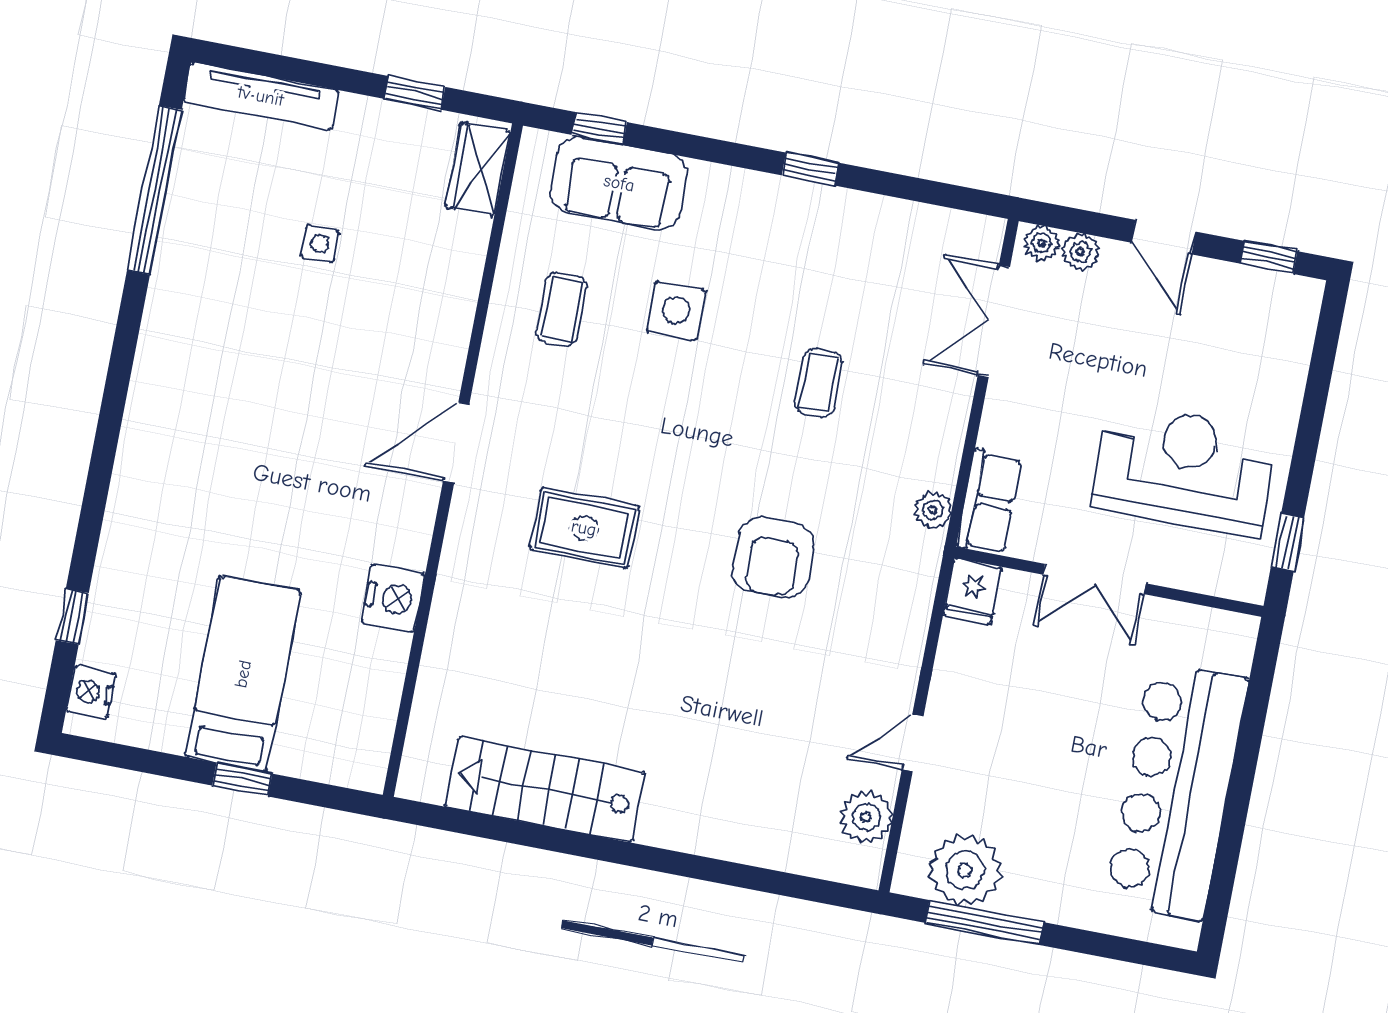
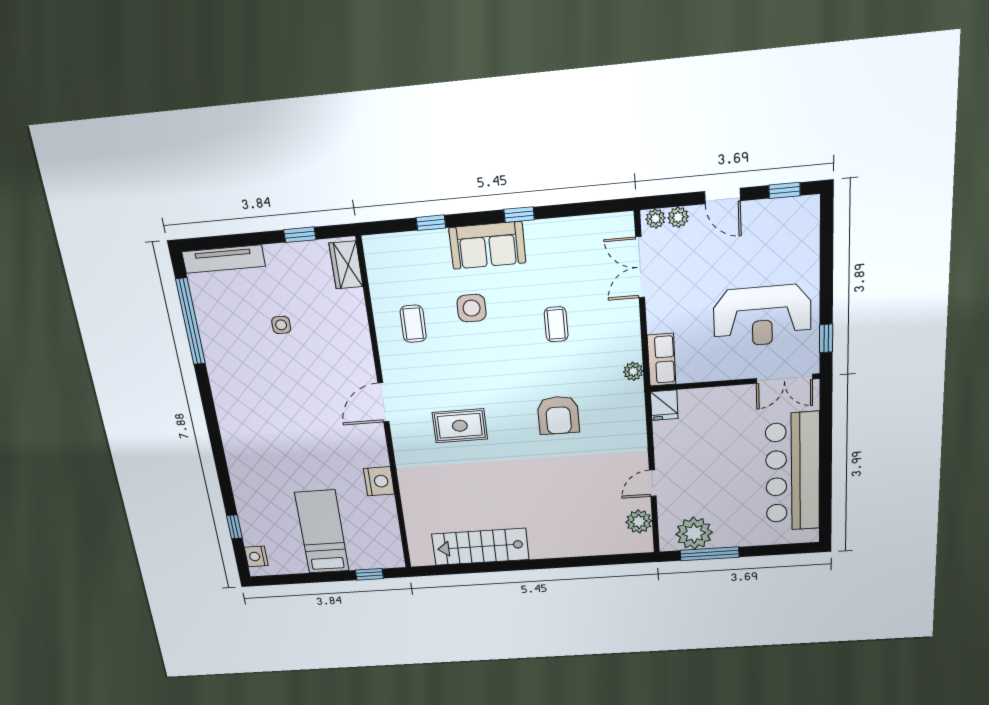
window: (599, 128) -> (431, 223), moved
sofa: (619, 183) -> (487, 245), moved
reception desk: (1185, 469) -> (762, 316), turned 180
double door: (1094, 579) -> (784, 379), moved
window: (242, 780) -> (369, 574), moved

